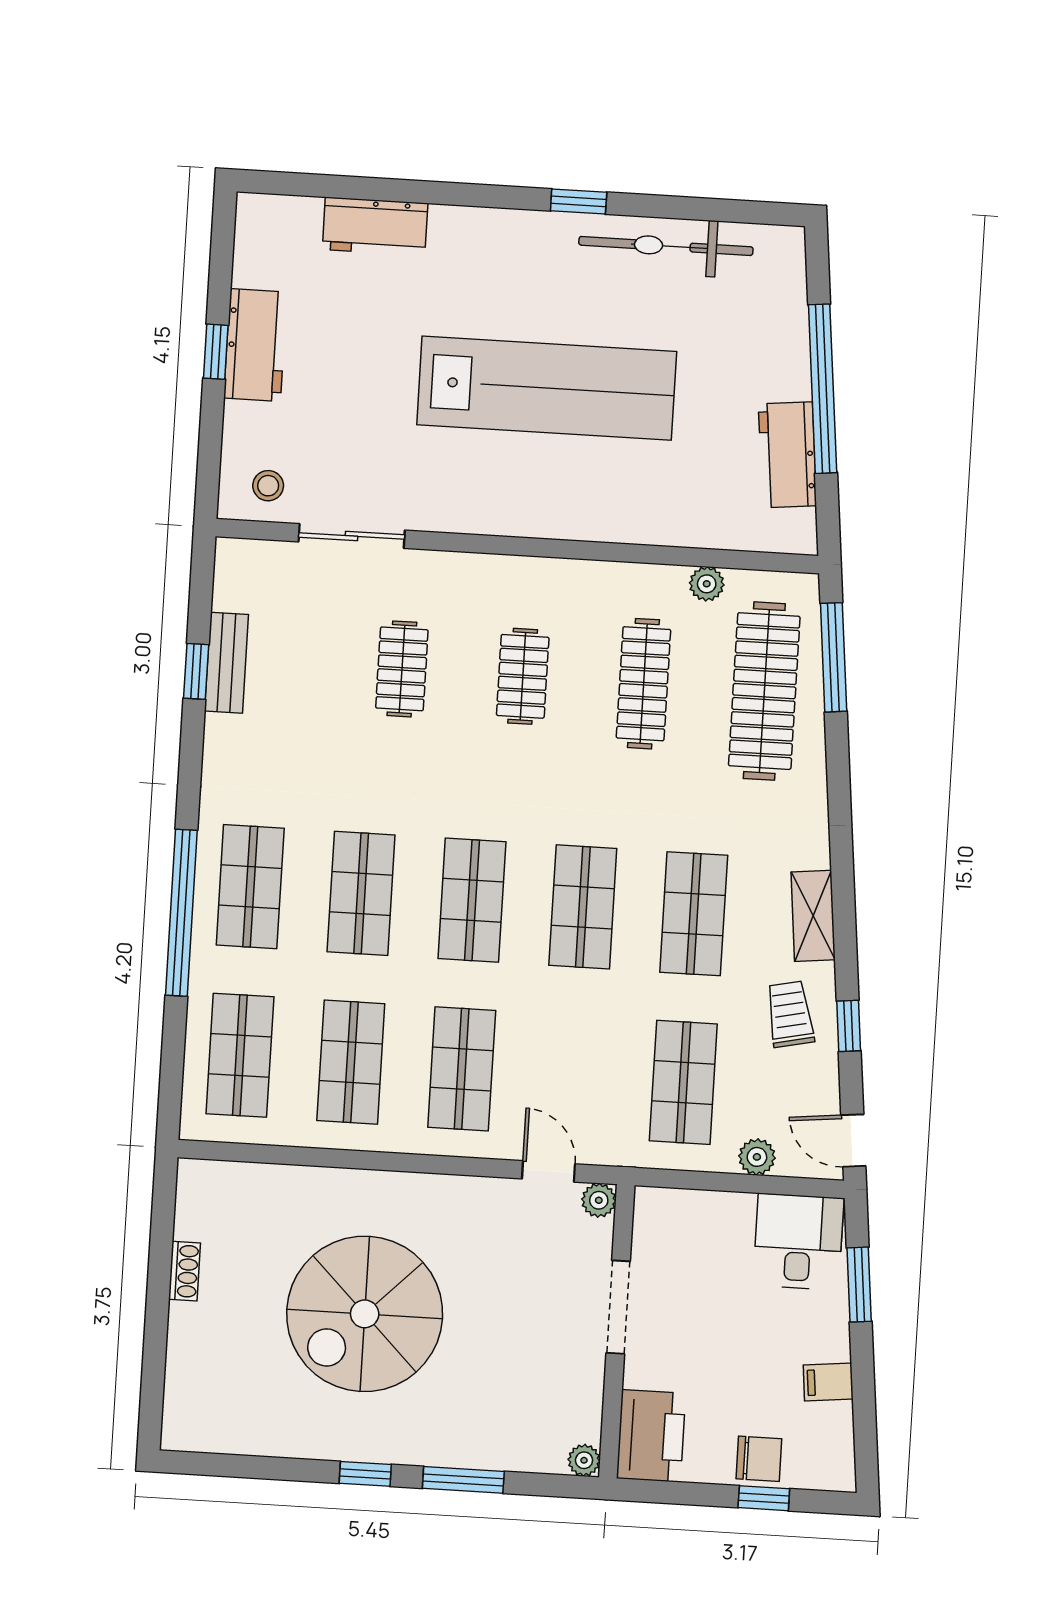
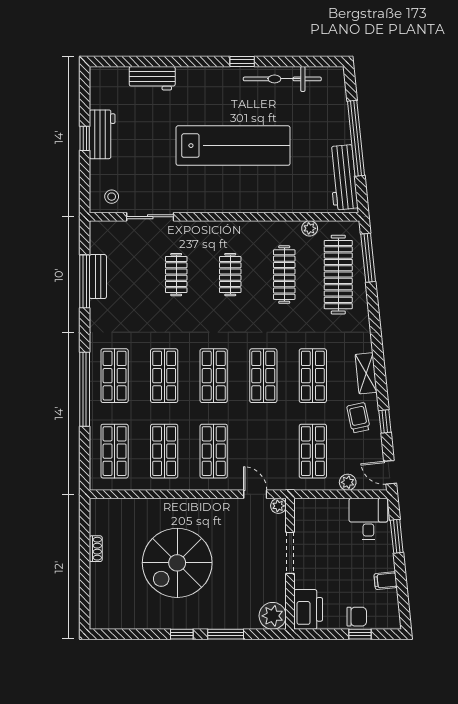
workbench: (787, 455) -> (343, 177), width x1.38
window: (196, 671) -> (85, 281), width x2.17
plant: (584, 1460) -> (273, 616), width x1.88, depth x1.88

